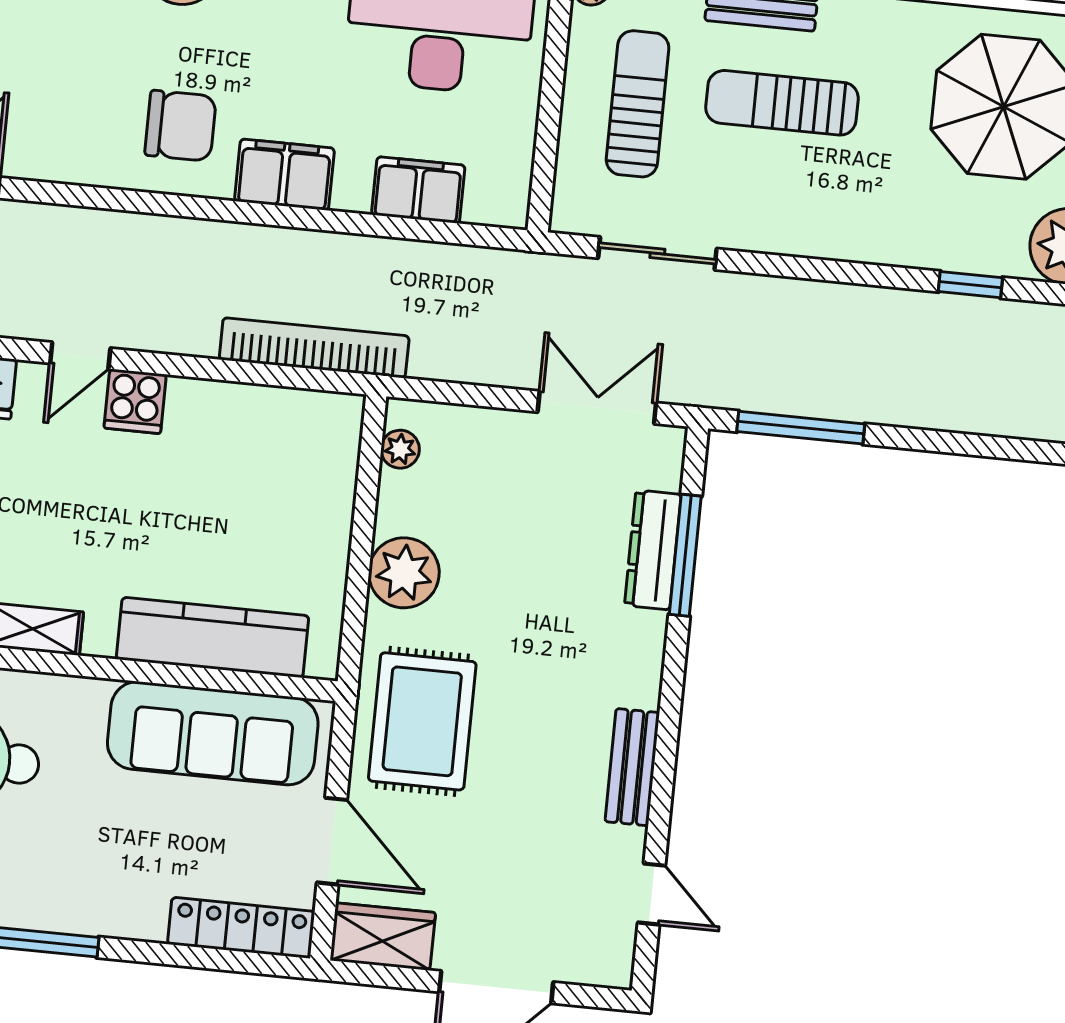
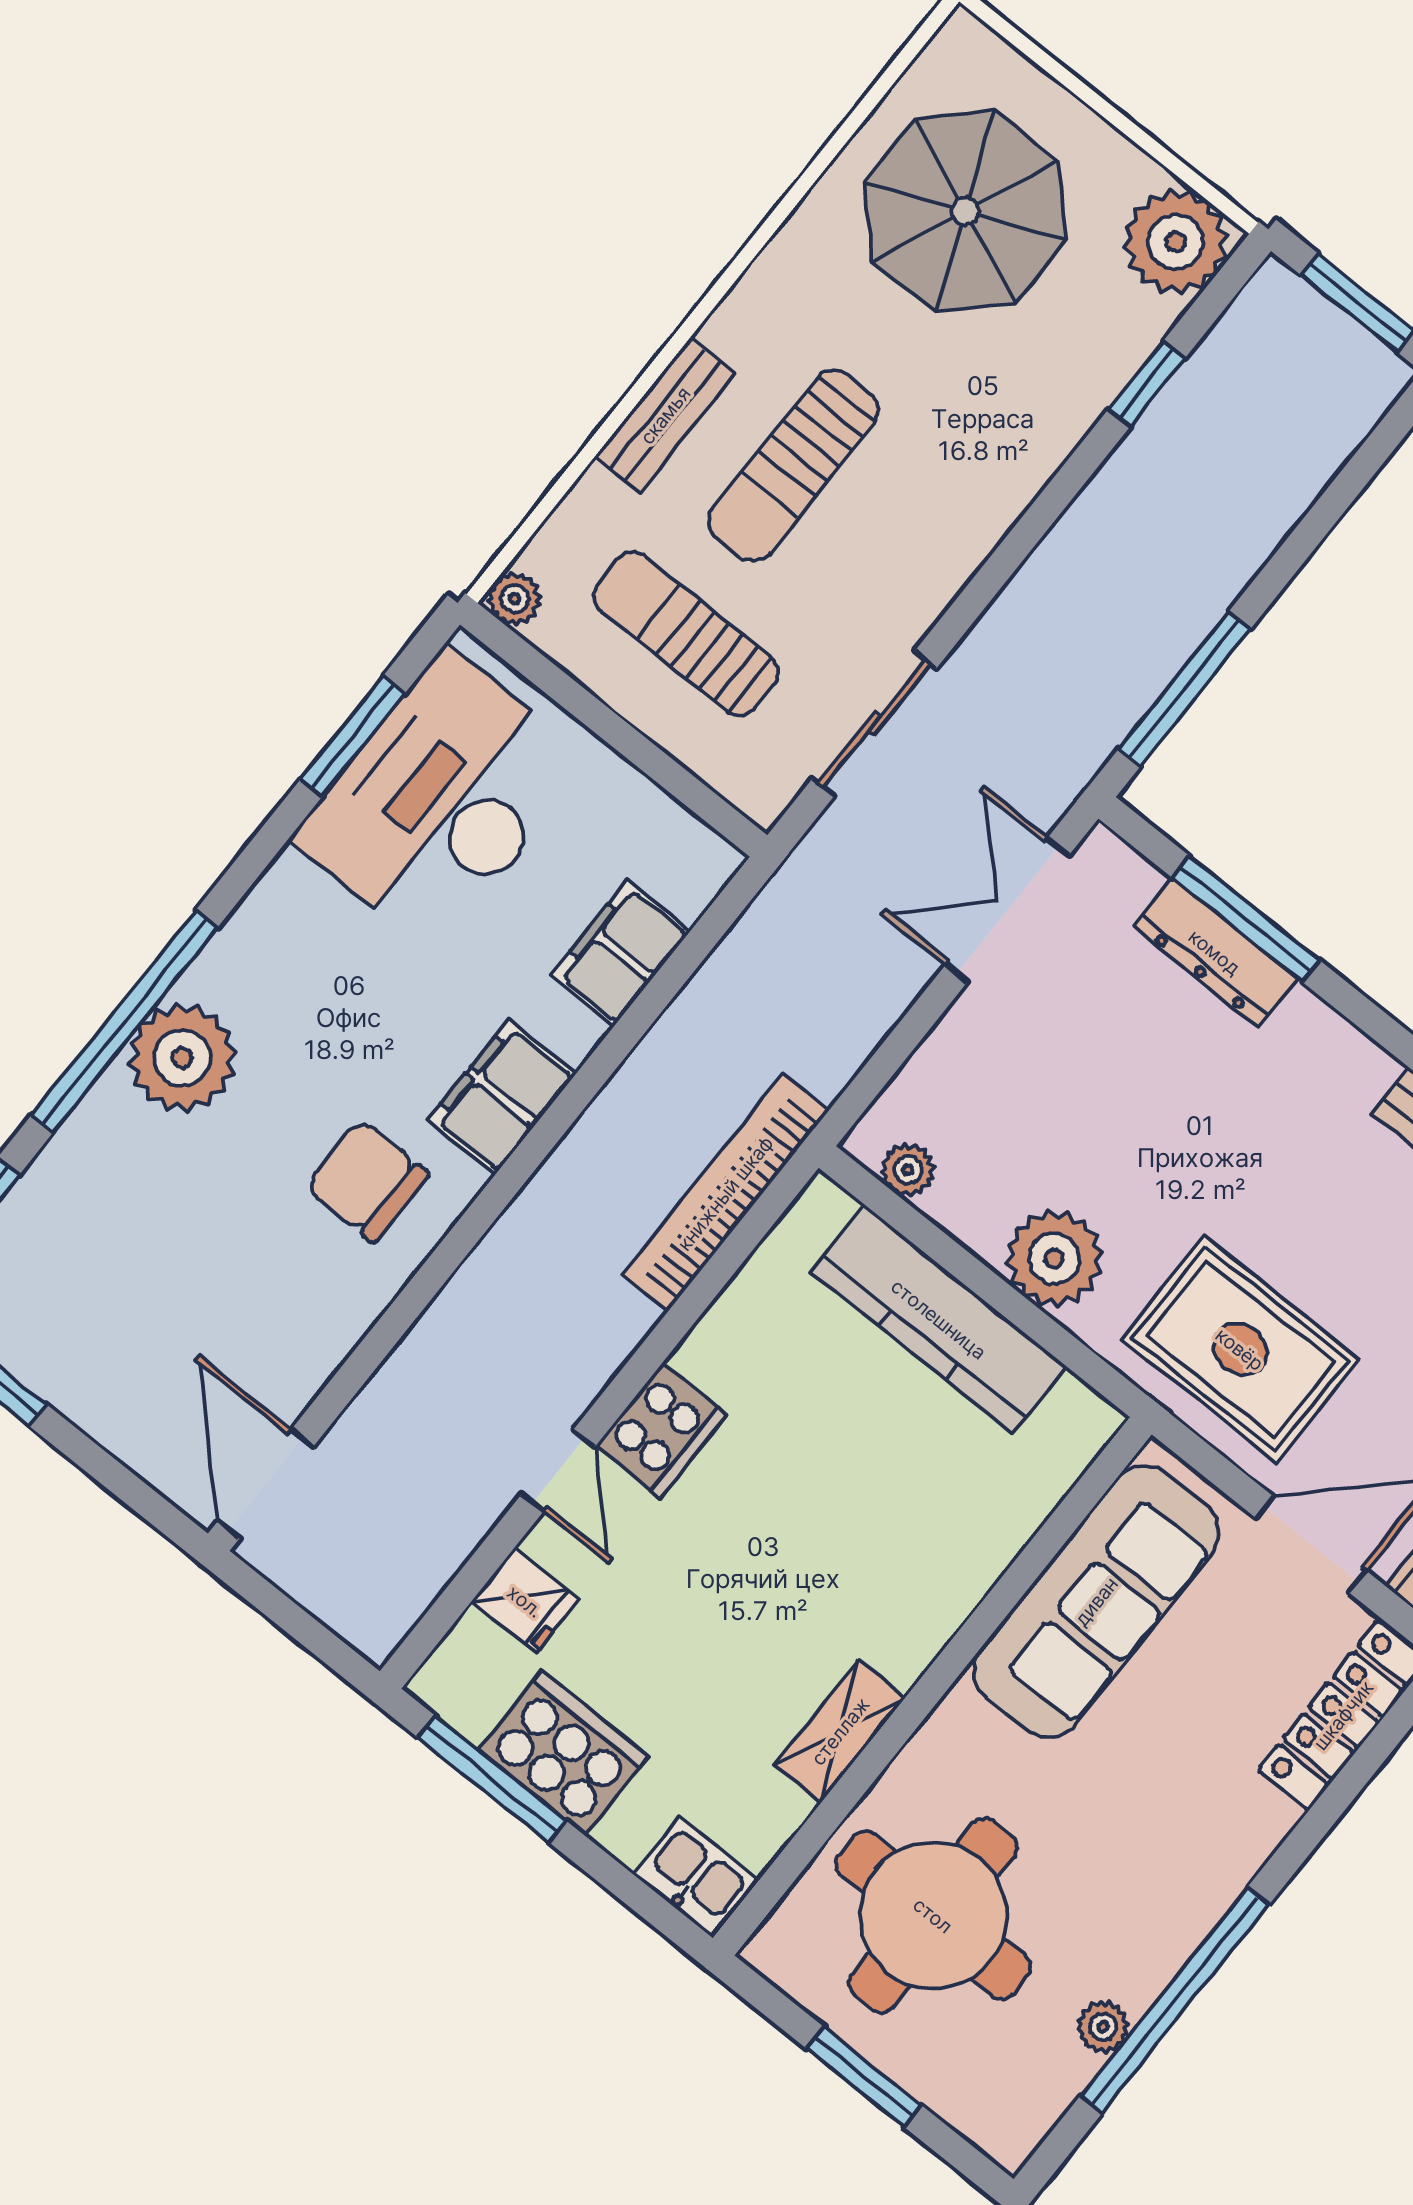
chair: (181, 126) -> (367, 1181), turned -90
cooker: (135, 401) -> (661, 1430), width x1.36
kitchen counter: (212, 637) -> (939, 1319), moved, turned -90

